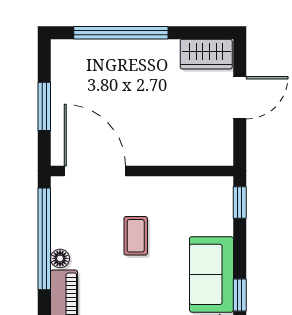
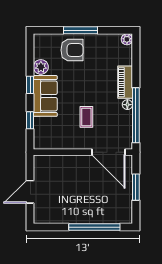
wardrobe: (206, 54) -> (48, 215), removed
window: (240, 203) -> (30, 120), moved

